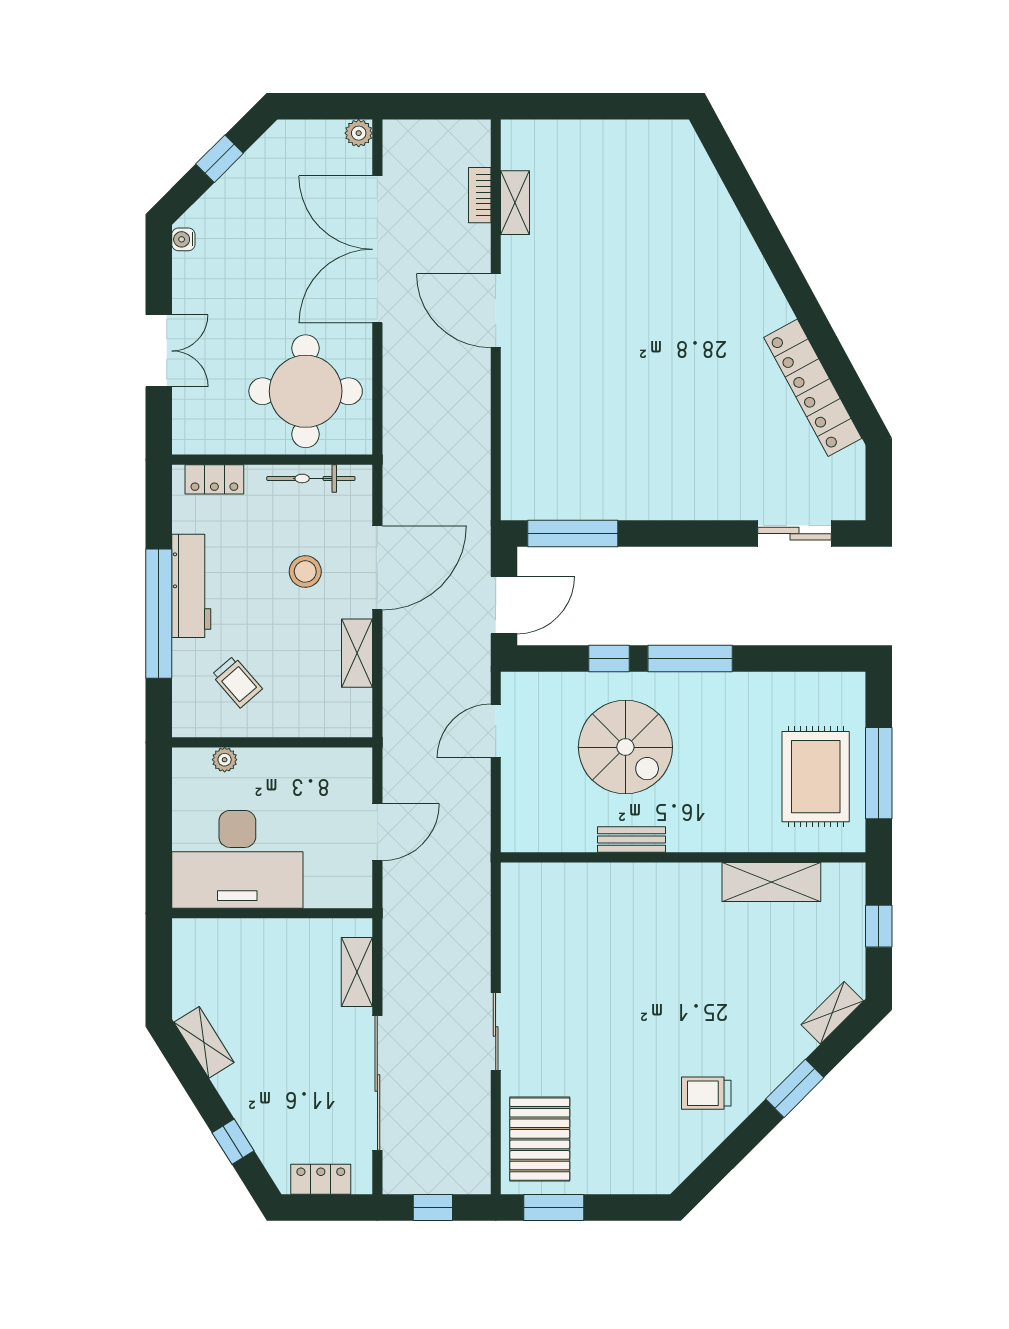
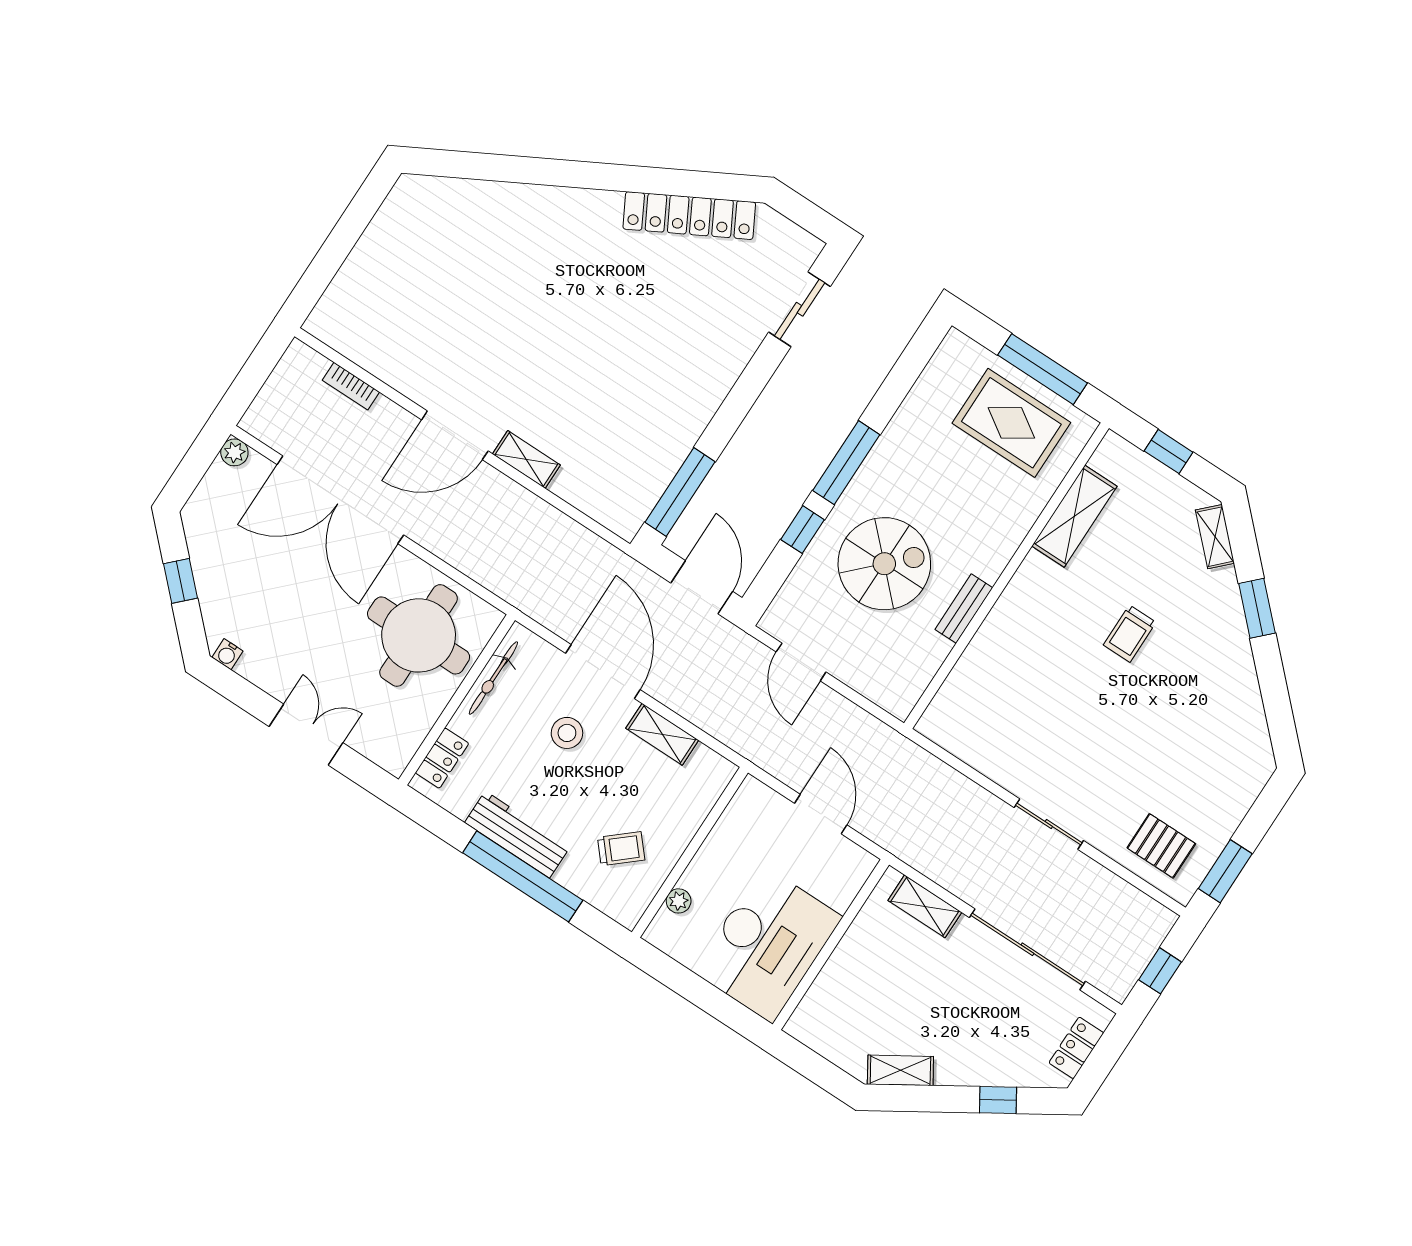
shelving: (515, 203) -> (526, 459), moved
trolley: (706, 1093) -> (1130, 634), moved
pallet: (540, 1139) -> (1161, 846), width x0.67, depth x0.71

